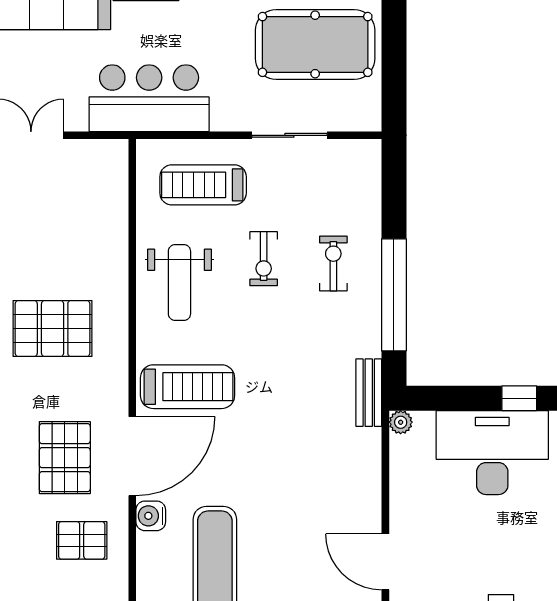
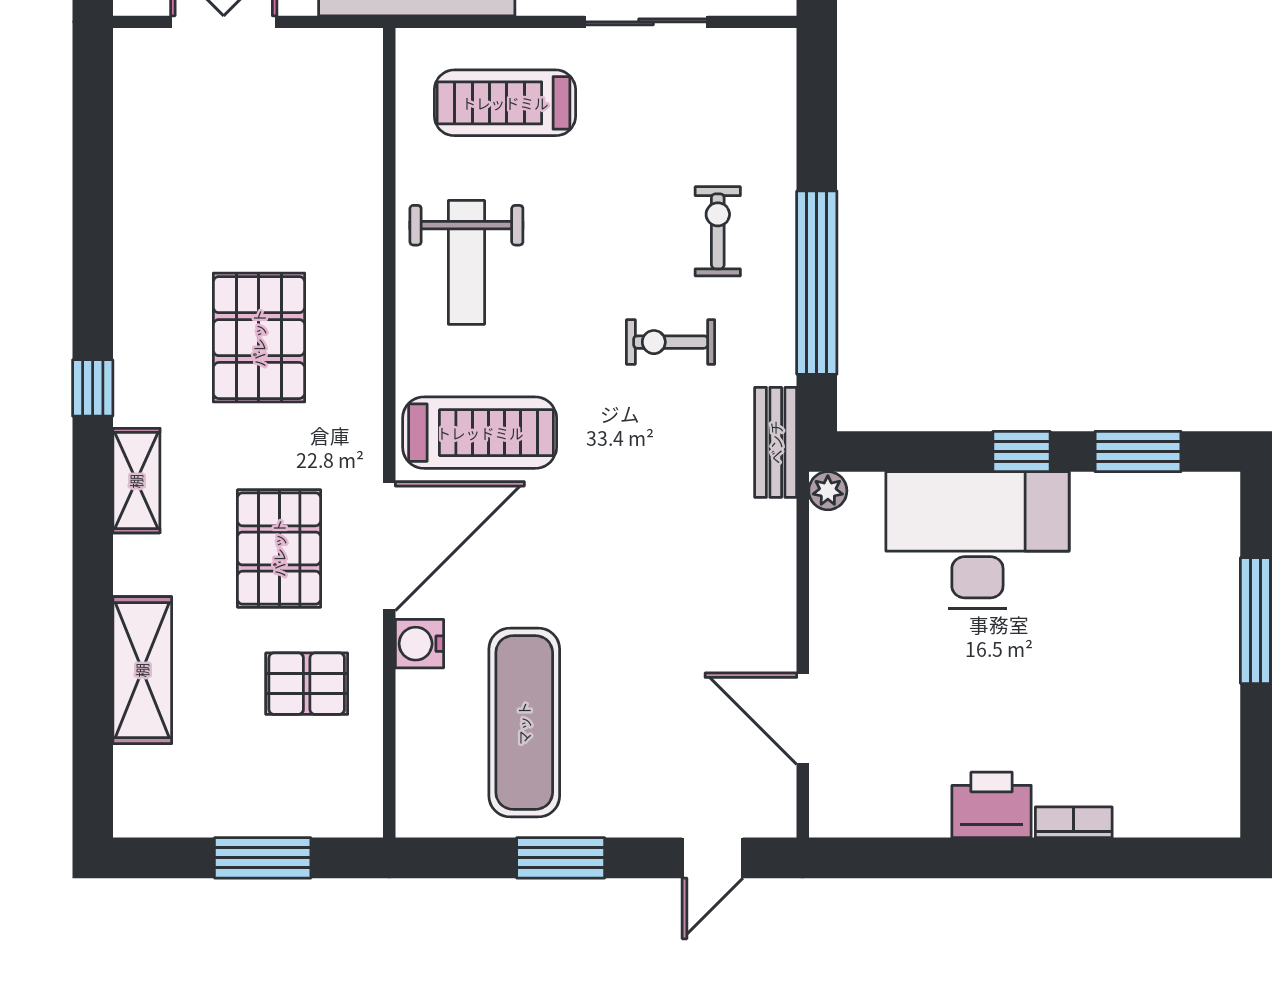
exercise bike: (264, 259) -> (671, 342), moved, turned 90
pallet: (53, 329) -> (259, 338), turned 90

